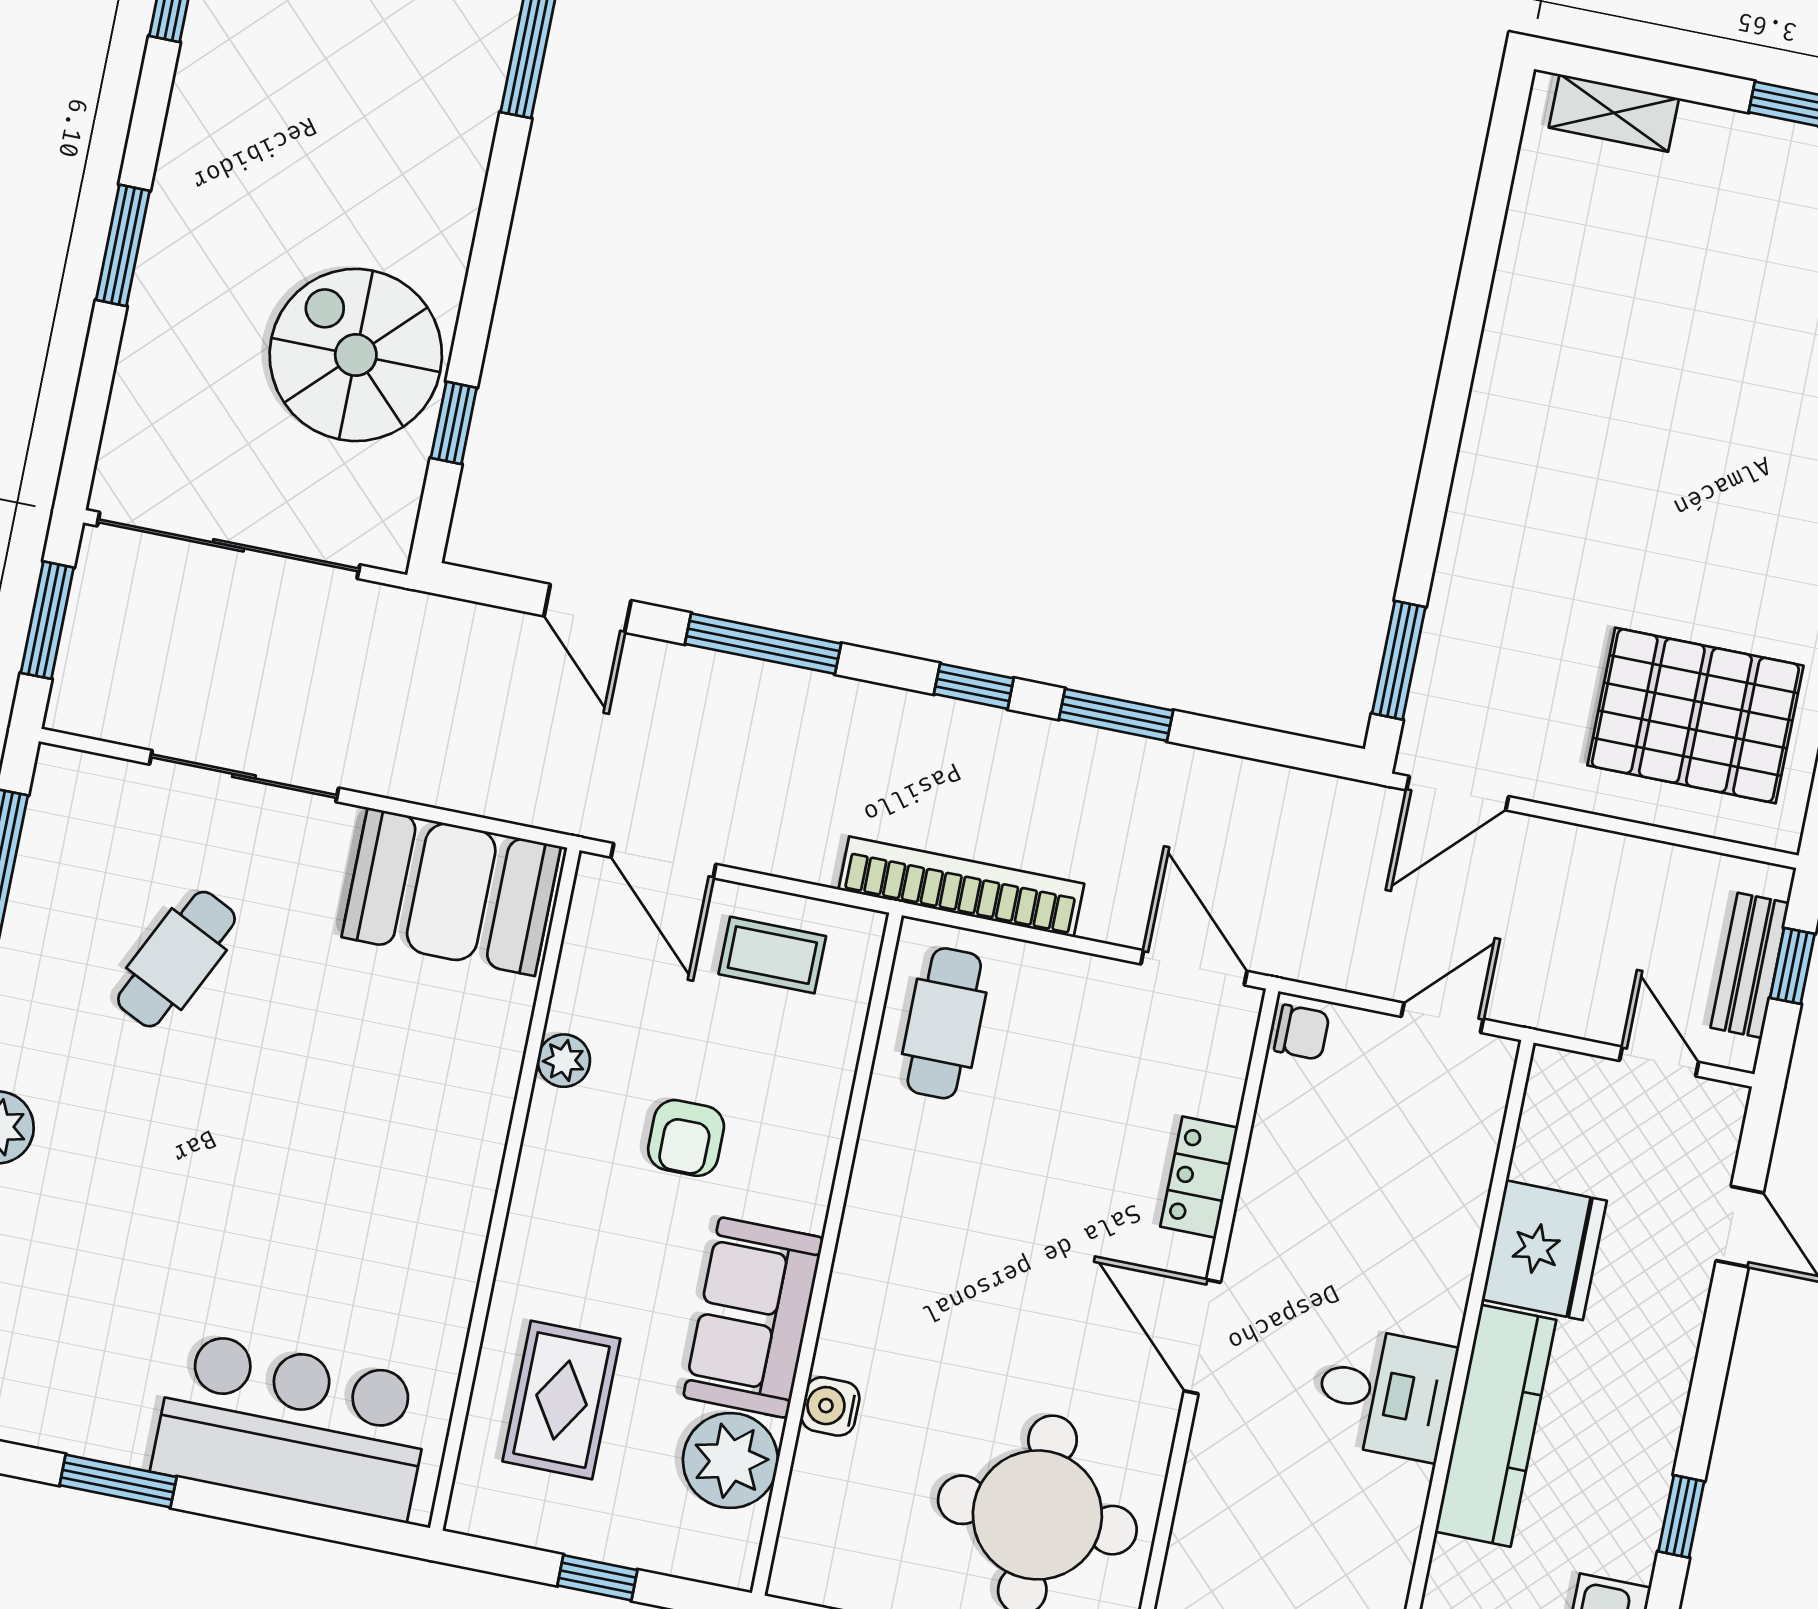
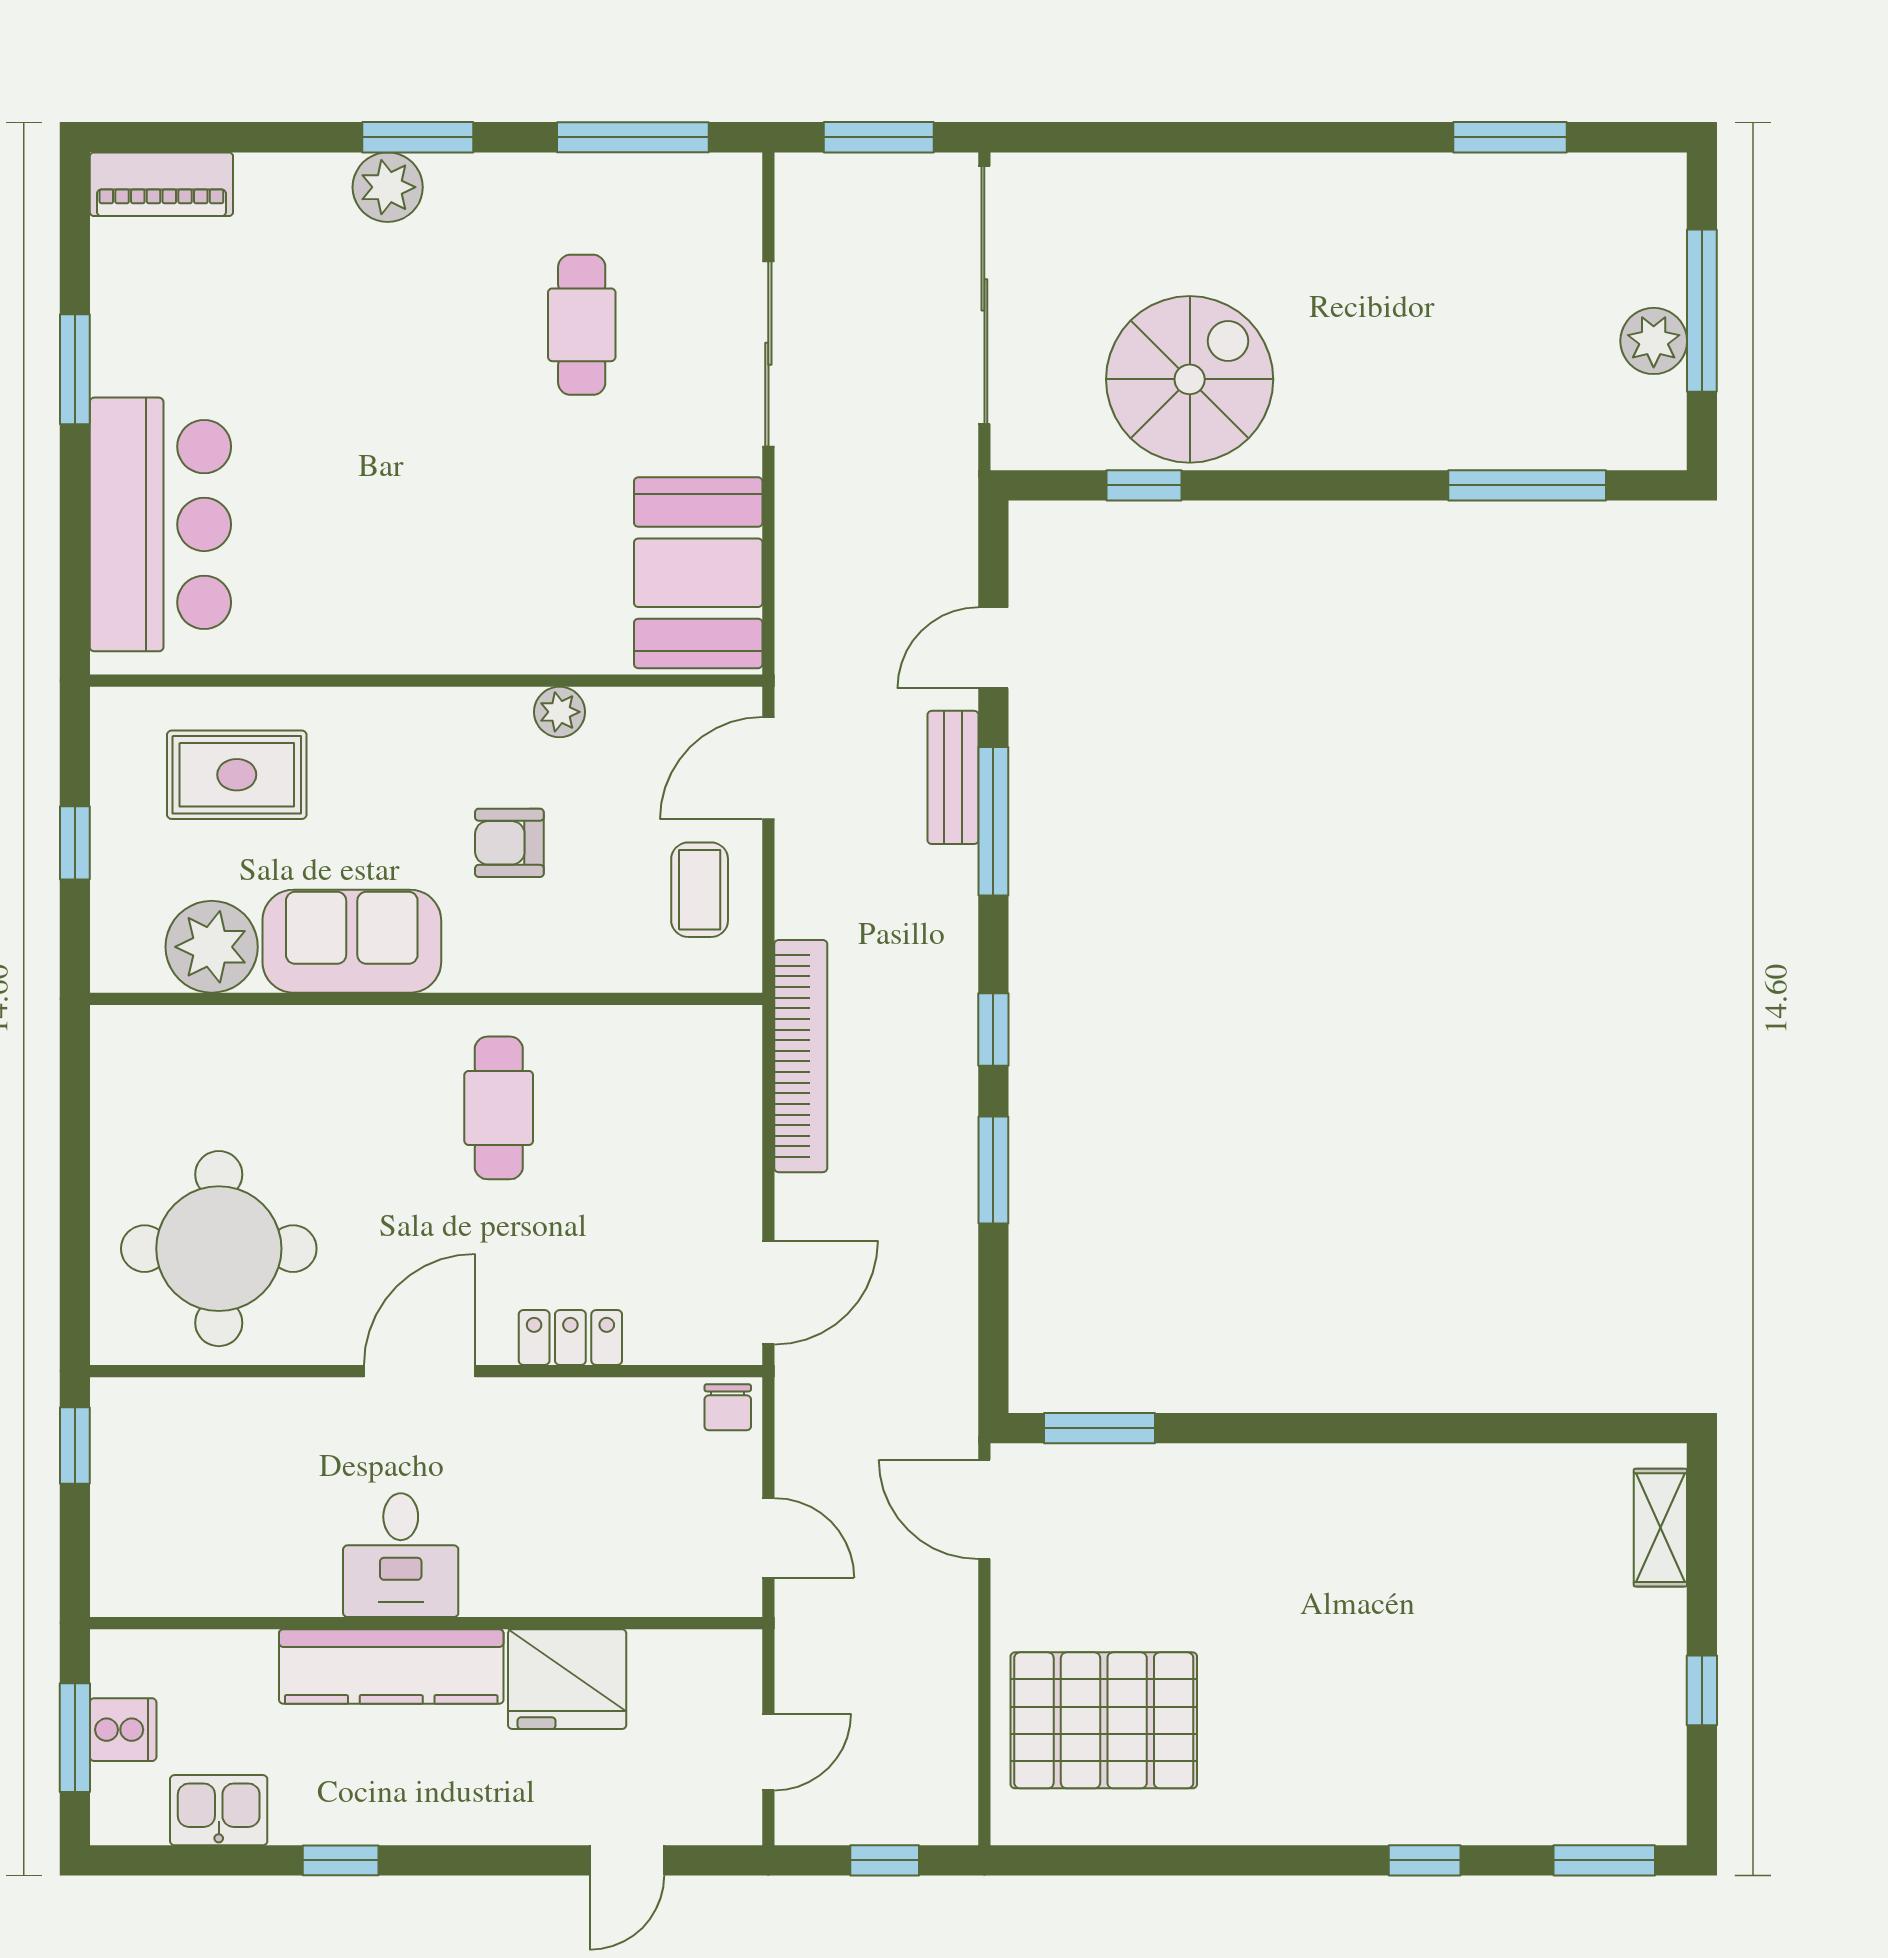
window: (123, 245) -> (1249, 137), removed
pallet: (1695, 716) -> (1104, 1720), turned 90
cafe table: (176, 959) -> (582, 325), turned 64
bench: (1750, 965) -> (953, 777), moved, turned 90
cafe table: (944, 1023) -> (499, 1108), moved, turned 90
water cooler: (830, 1406) -> (282, 1031), removed

